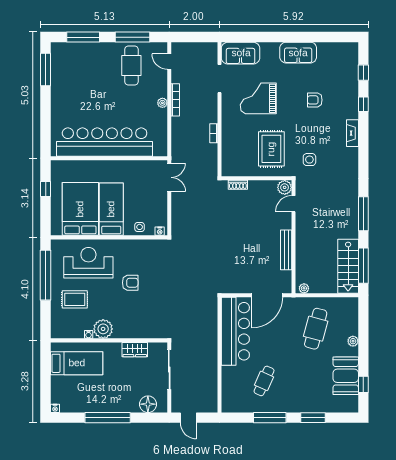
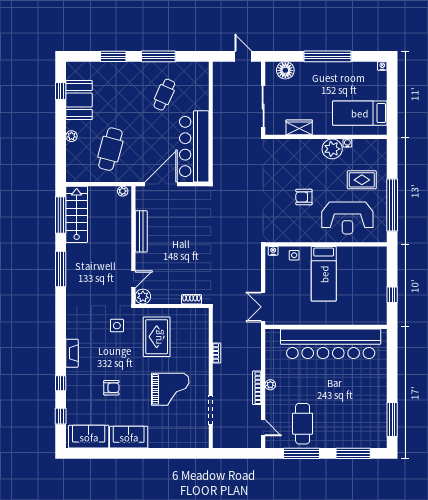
sofa: (241, 53) -> (89, 437), moved
bed: (80, 209) -> (356, 274), removed

